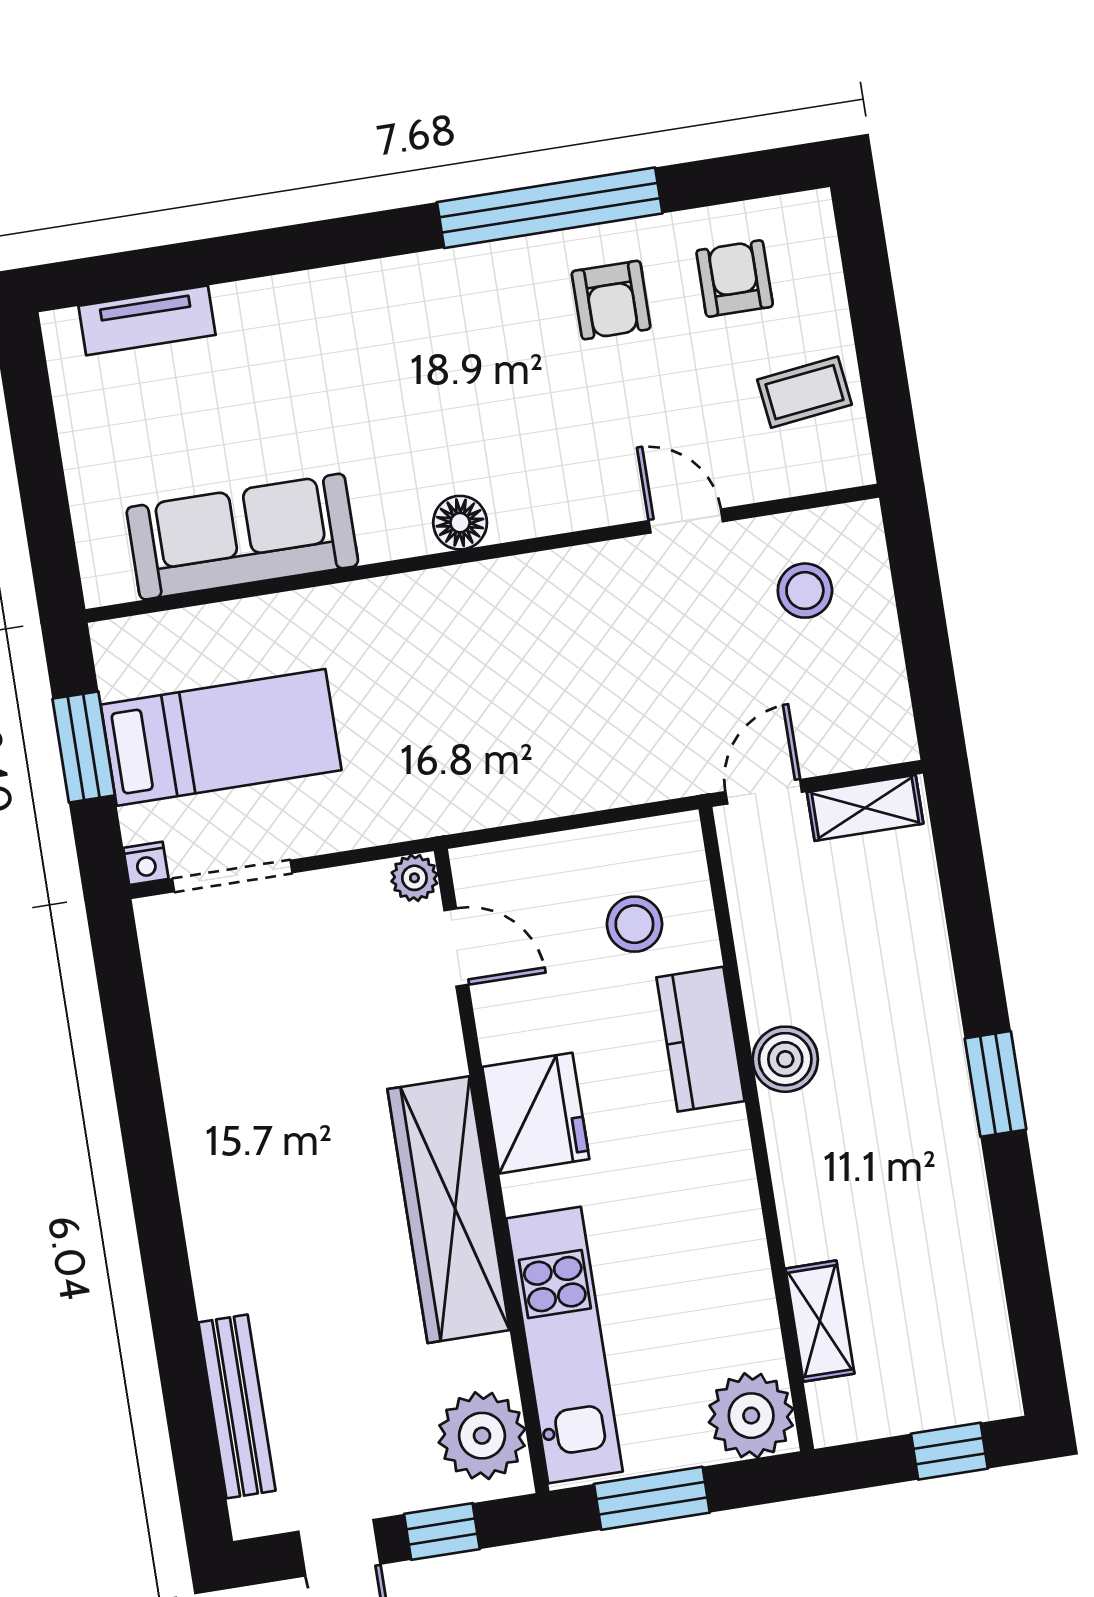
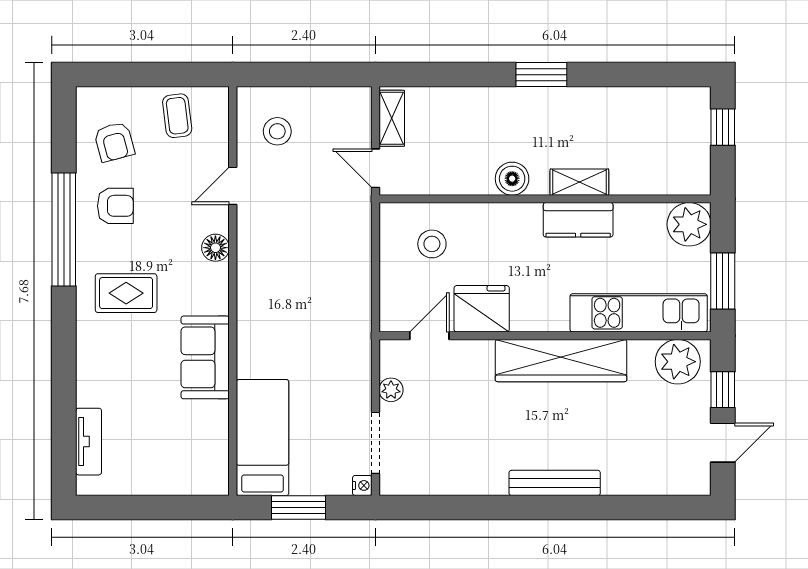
armchair: (735, 279) -> (114, 142), turned -105
rug: (446, 348) -> (126, 293), added
floor lamp: (460, 523) -> (215, 248), moved
sofa: (242, 537) -> (205, 357), moved, width x0.73
bed: (221, 737) -> (262, 438), moved
plant: (414, 878) -> (391, 390), moved
kitchen counter: (700, 1039) -> (578, 220), moved
fridge: (536, 1113) -> (482, 309), moved
shelving: (820, 1321) -> (579, 182), moved
bench: (237, 1406) -> (555, 483), moved

